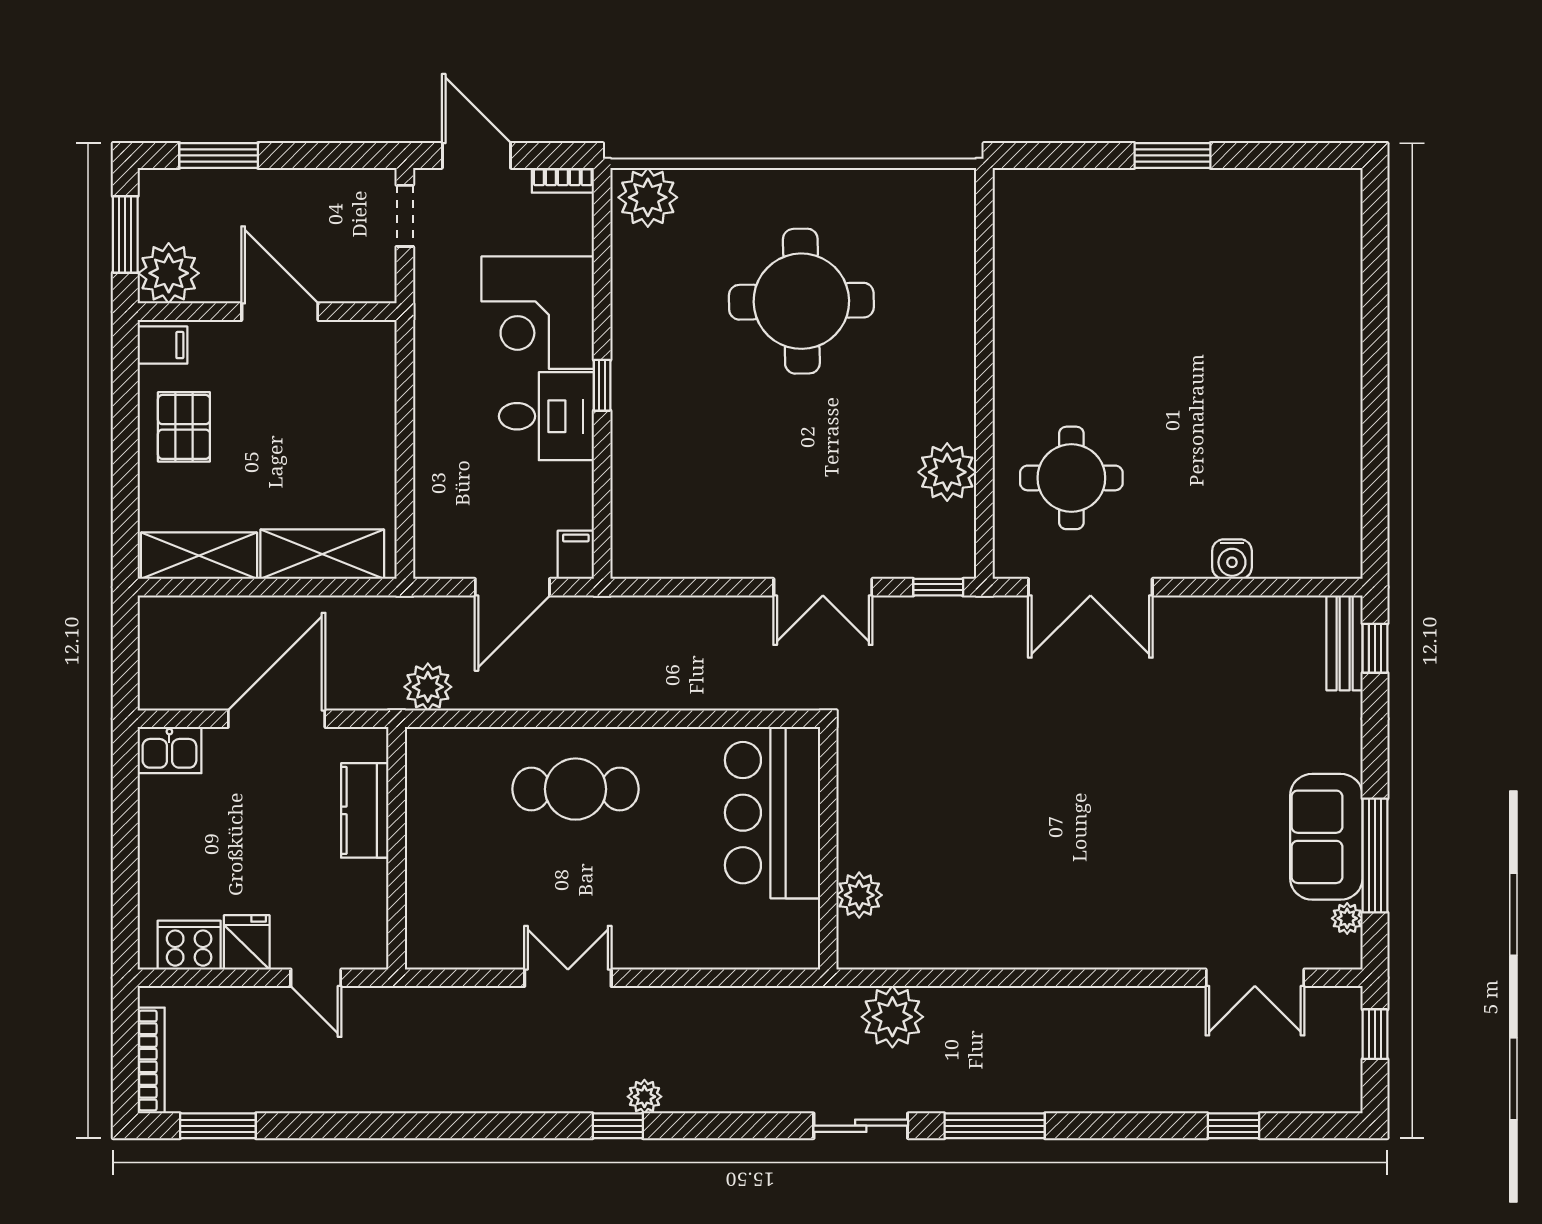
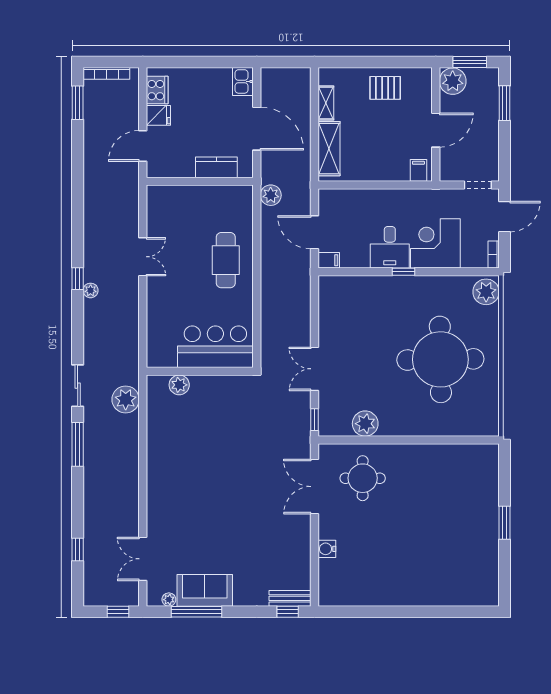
round table: (801, 301) -> (440, 359), width x1.36, depth x1.36
filing cabinet: (162, 345) -> (418, 170), moved, turned 180
shelving: (199, 556) -> (326, 103), width x0.67, depth x0.75
door: (316, 978) -> (143, 146), width x1.37

